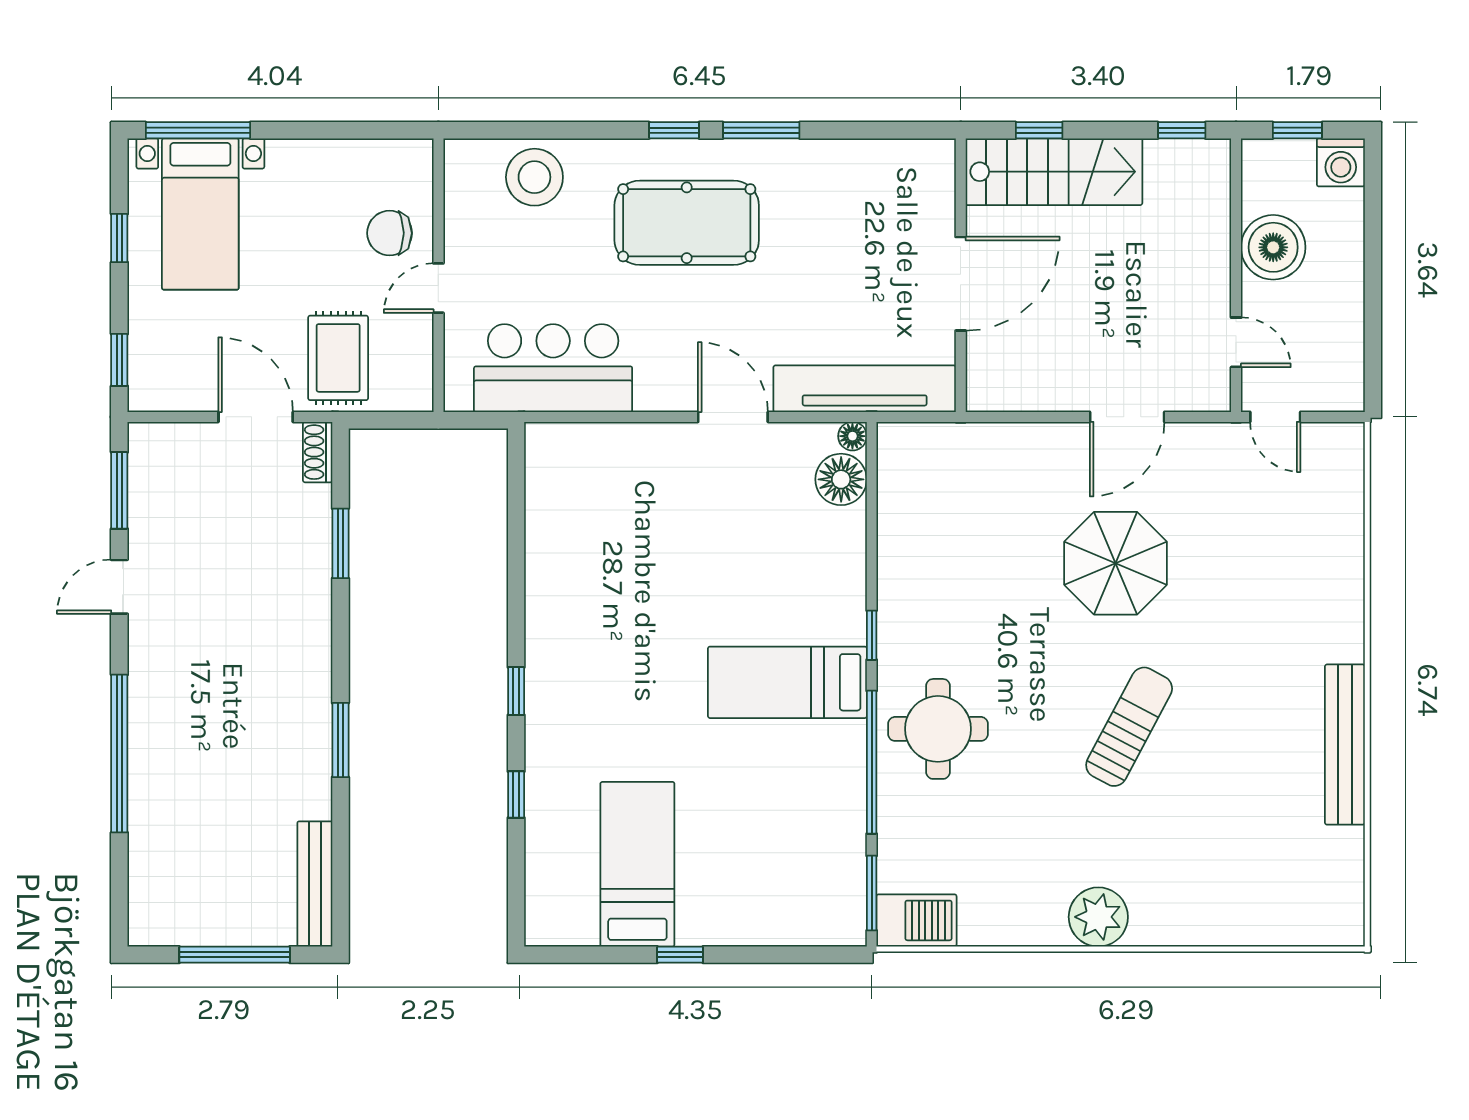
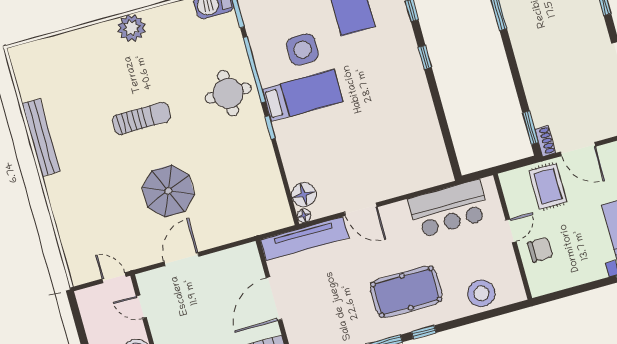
window: (340, 543) -> (530, 128), moved
sun lounger: (1129, 727) -> (141, 118), turned -118
side table: (761, 776) -> (303, 50), added

